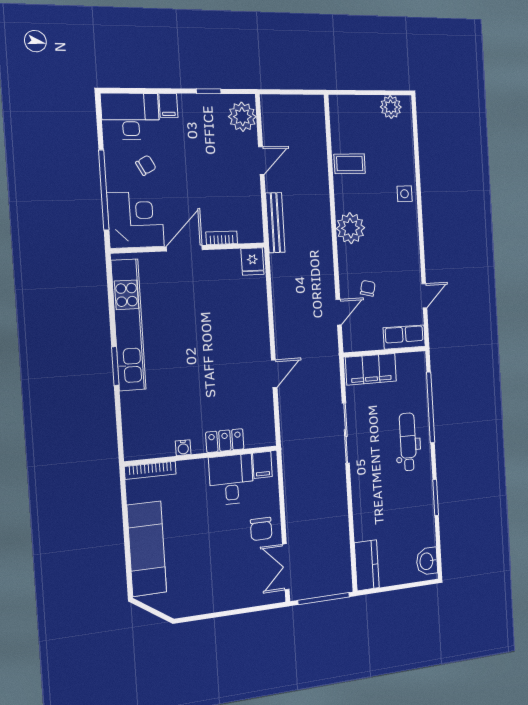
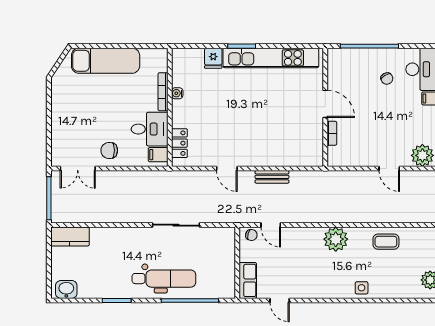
coffee table: (350, 164) -> (386, 242), turned 90
corner desk: (136, 220) -> (347, 68), removed
bench: (275, 223) -> (272, 177), moved, width x0.73
fridge: (252, 262) -> (213, 58), moved, turned -90
chair: (368, 288) -> (251, 235), moved
filing cabinet: (371, 369) -> (224, 250), removed
locker: (225, 441) -> (179, 143), moved
dental chair: (408, 442) -> (164, 279), width x1.36, depth x1.38
bookcase: (150, 470) -> (163, 92), moved
double door: (286, 567) -> (78, 169), swing flipped

